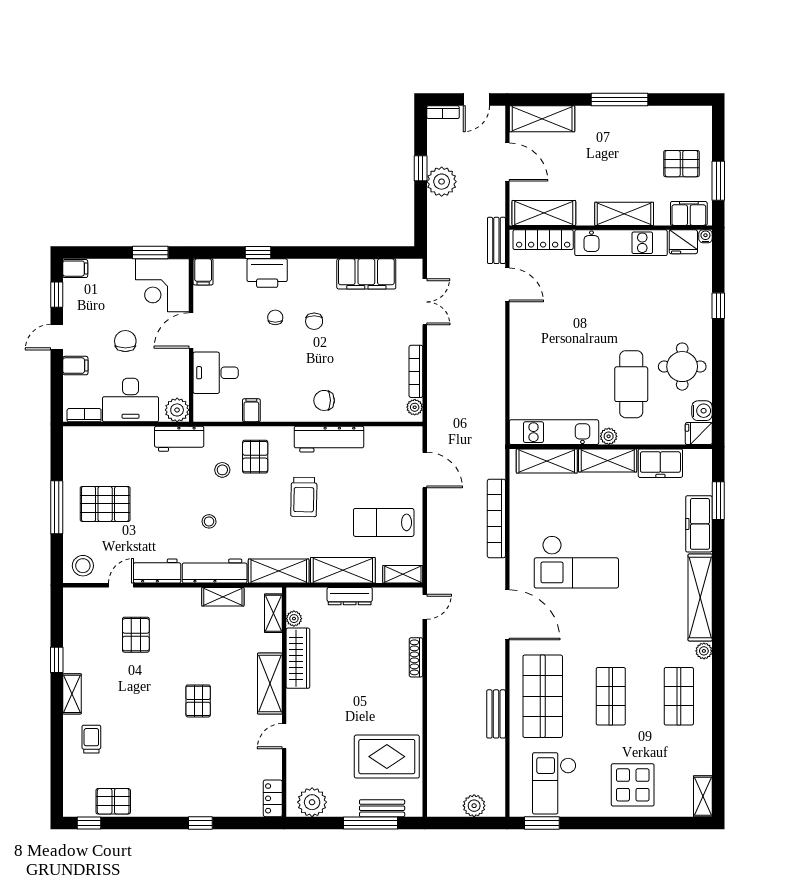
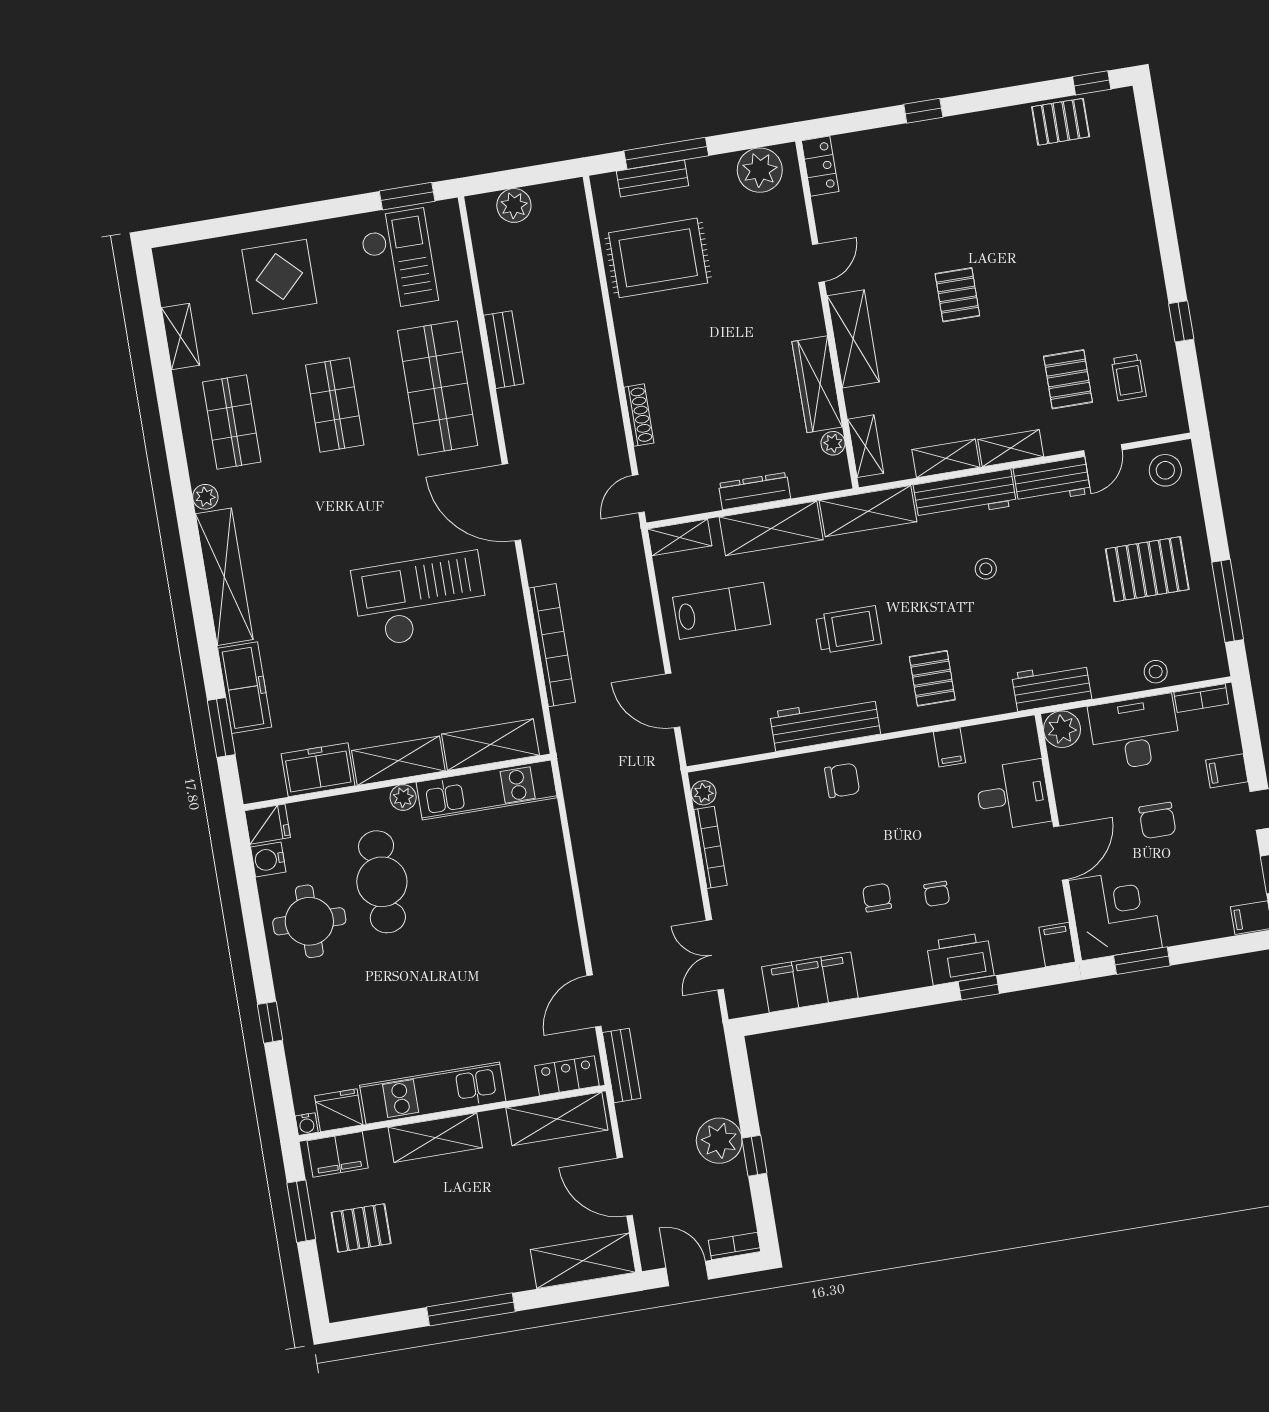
door: (476, 99) -> (687, 1273), hinge flipped
locker: (543, 240) -> (567, 1076), width x0.66
door: (507, 285) -> (594, 1001), hinge flipped
stool: (222, 470) -> (1156, 672), moved
trolley: (304, 497) -> (849, 630), turned 89
window: (57, 507) -> (1228, 601), moved
shelving: (72, 694) -> (1011, 448), moved, turned 90
trolley: (91, 739) -> (1129, 377), moved
shelving: (703, 796) -> (180, 337), moved

